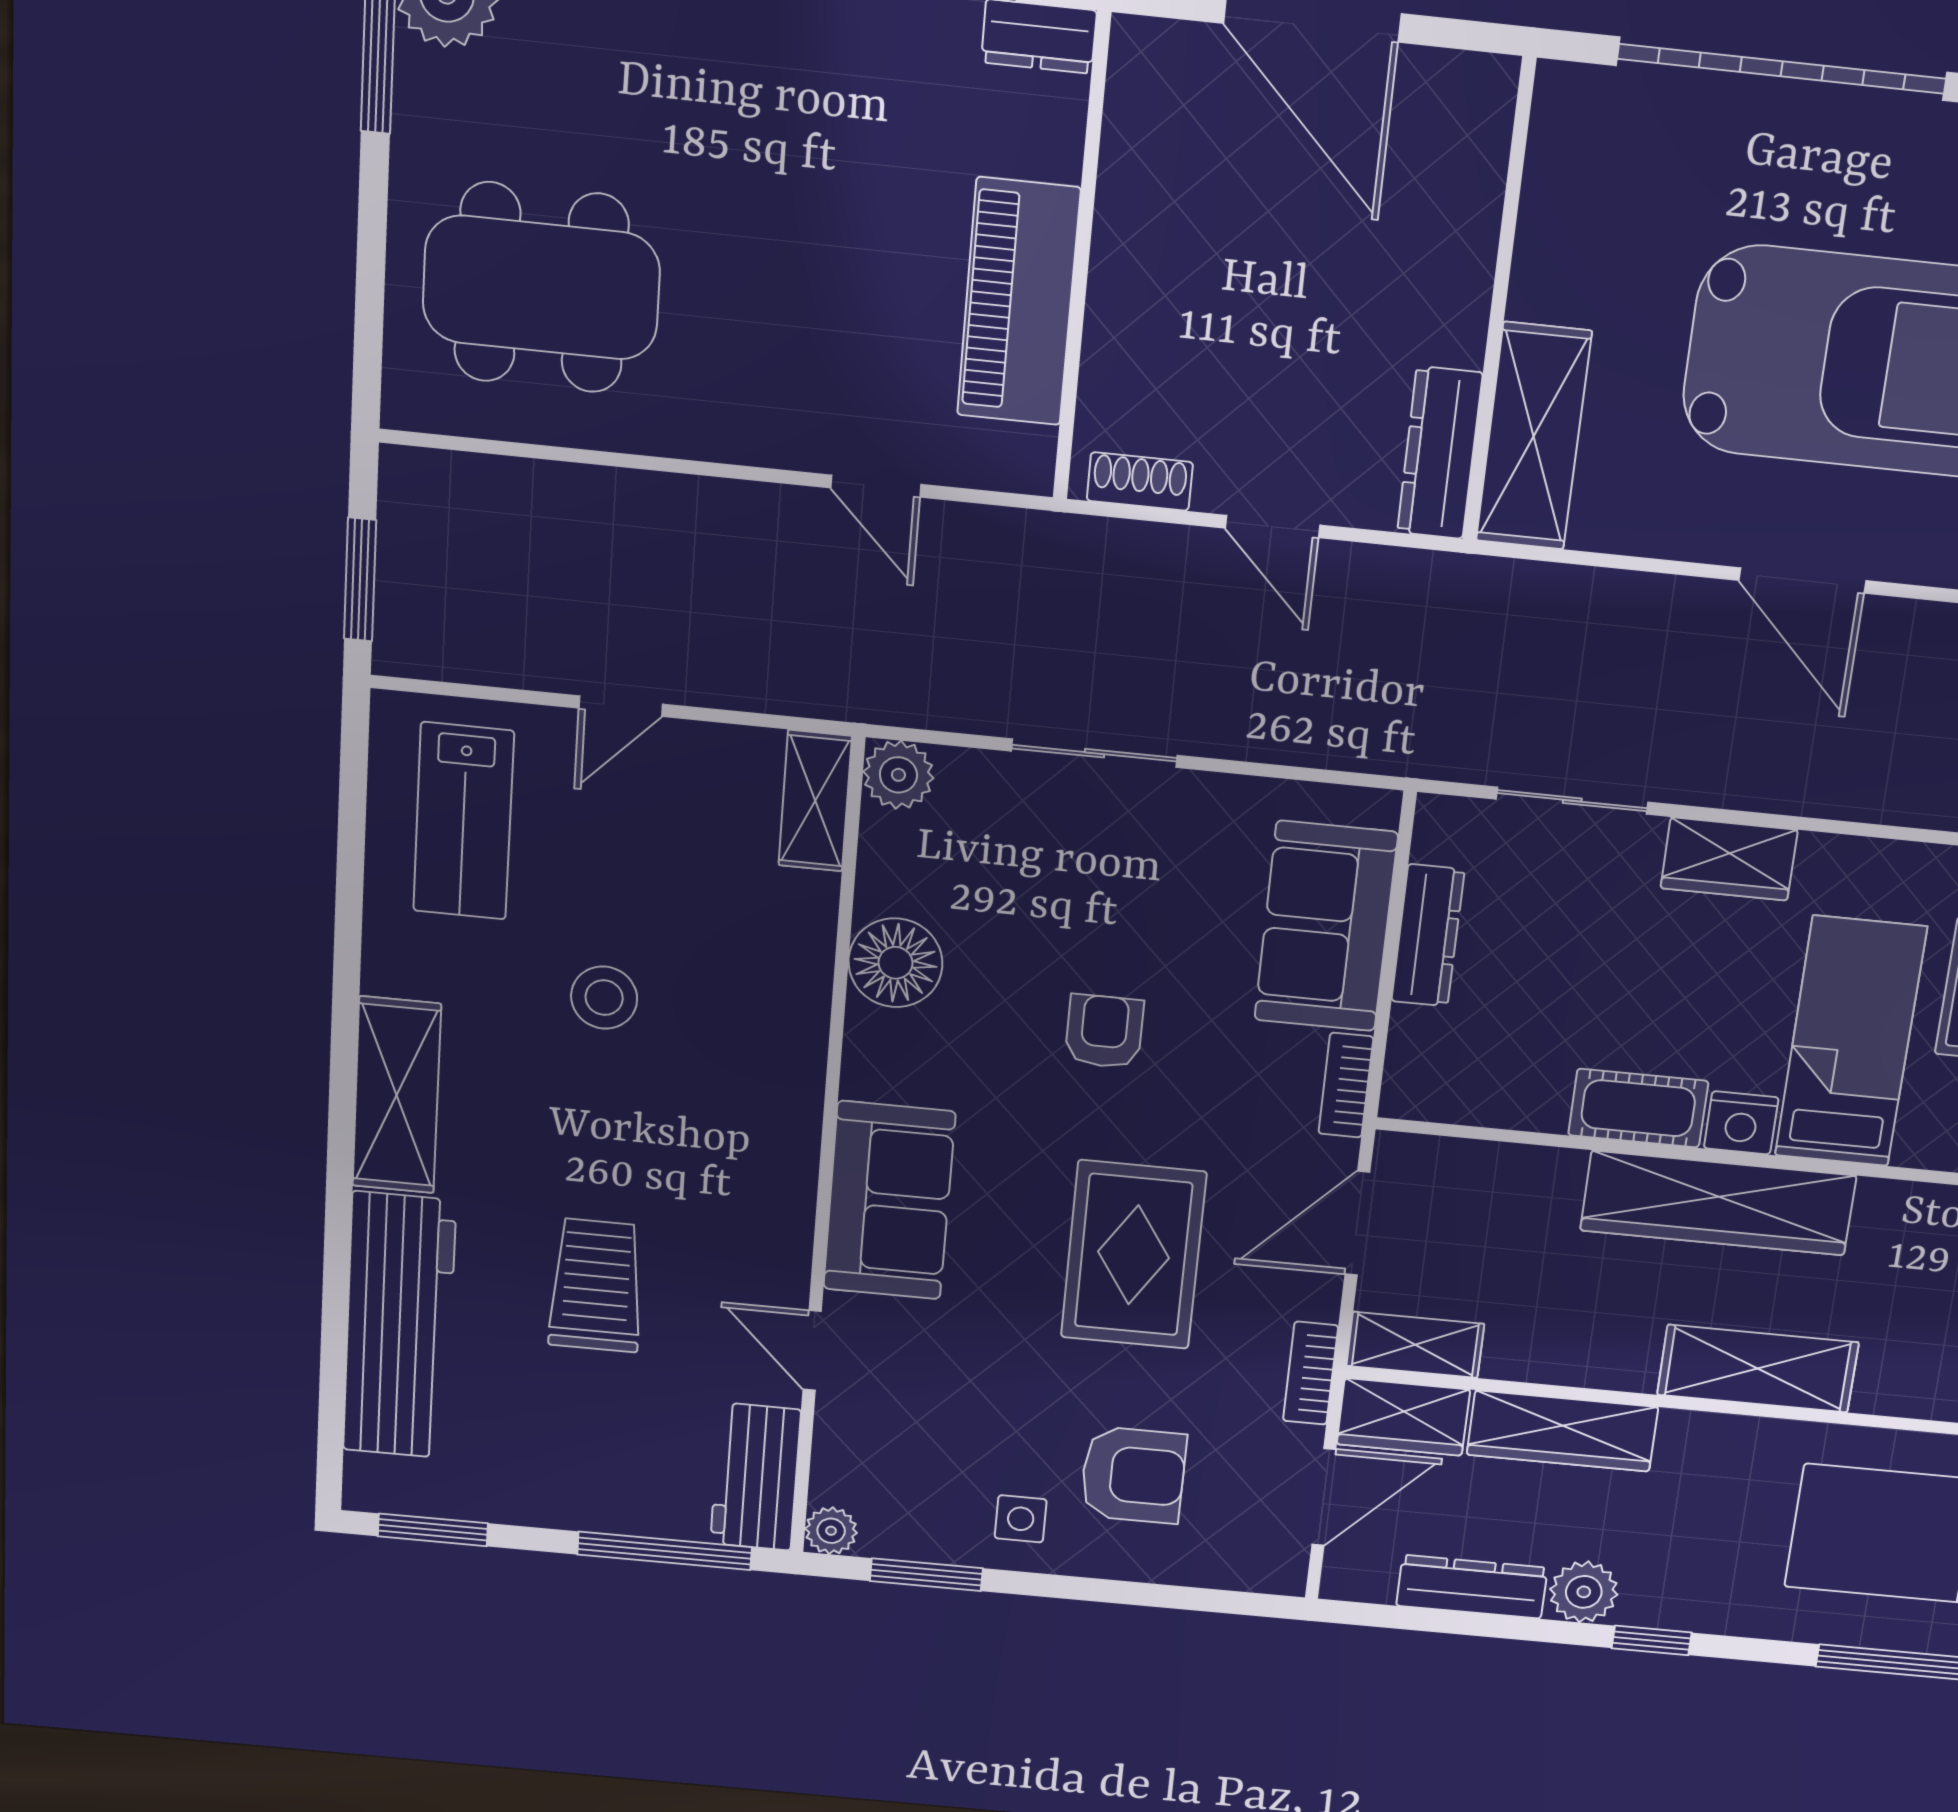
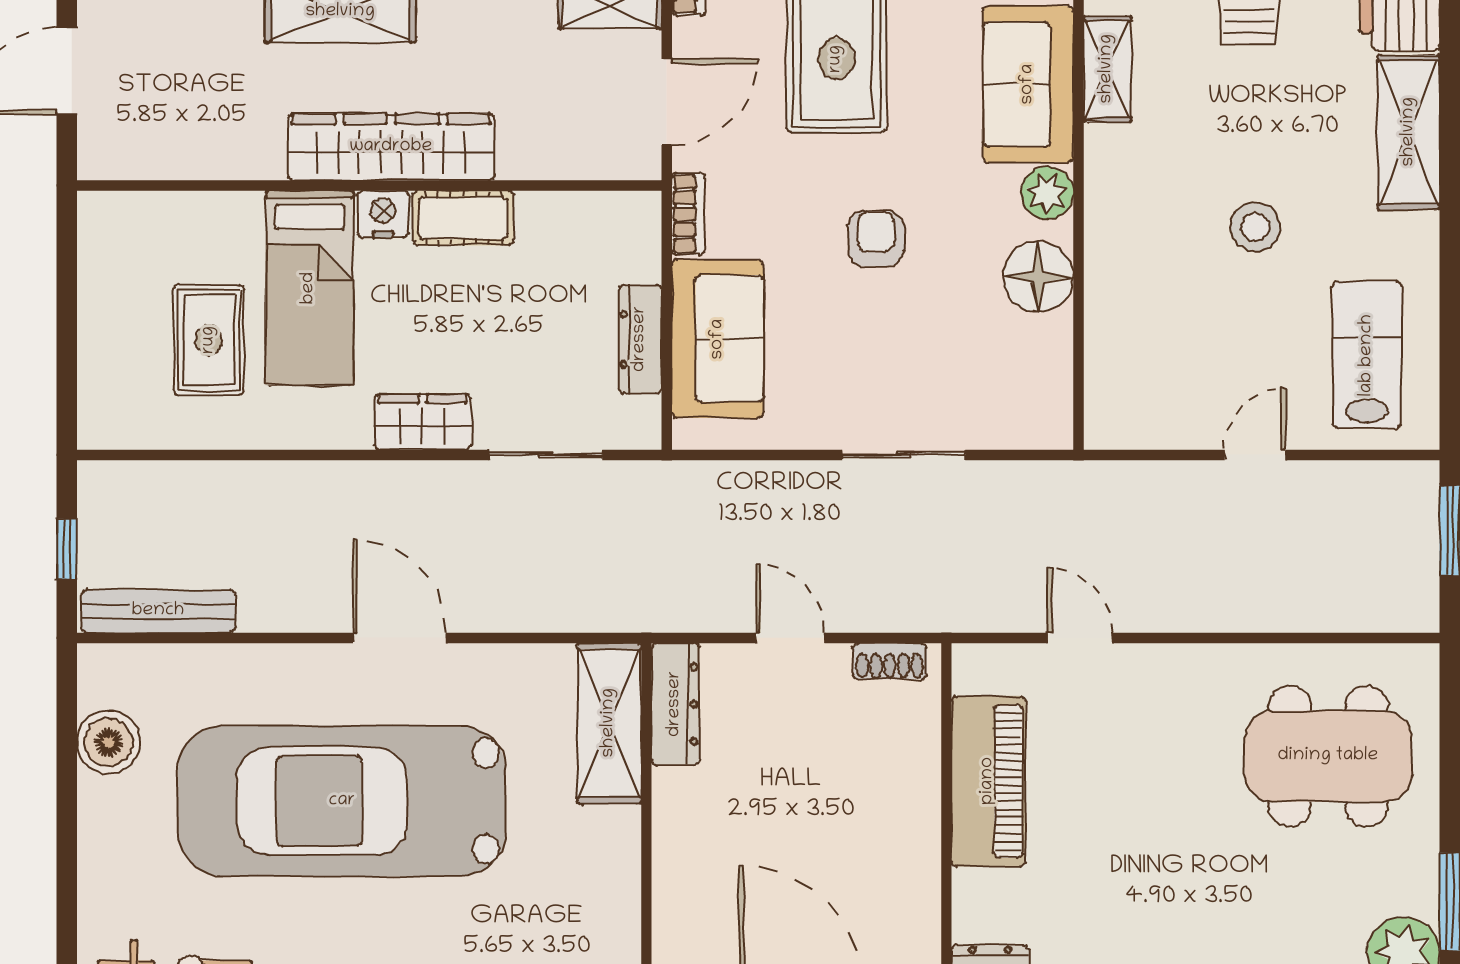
plant: (898, 775) -> (1047, 193), moved
shelving: (815, 801) -> (1107, 69), moved
armchair: (1104, 1031) -> (876, 238), turned 180

